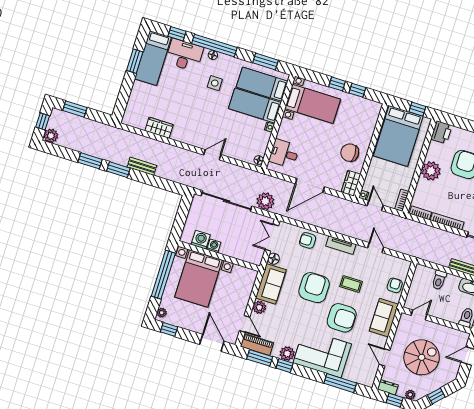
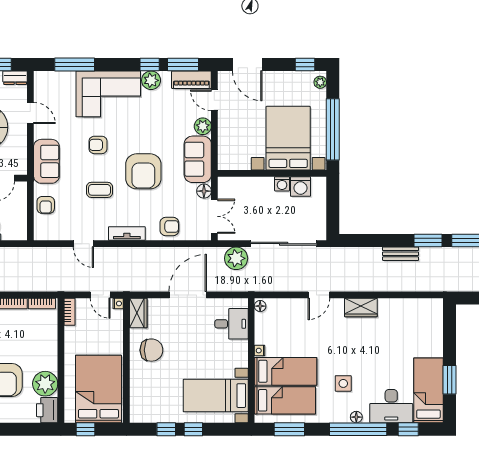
wardrobe: (159, 128) -> (361, 307), moved
plant: (431, 171) -> (45, 384), moved
armchair: (342, 318) -> (98, 145), width x0.53, depth x0.53

